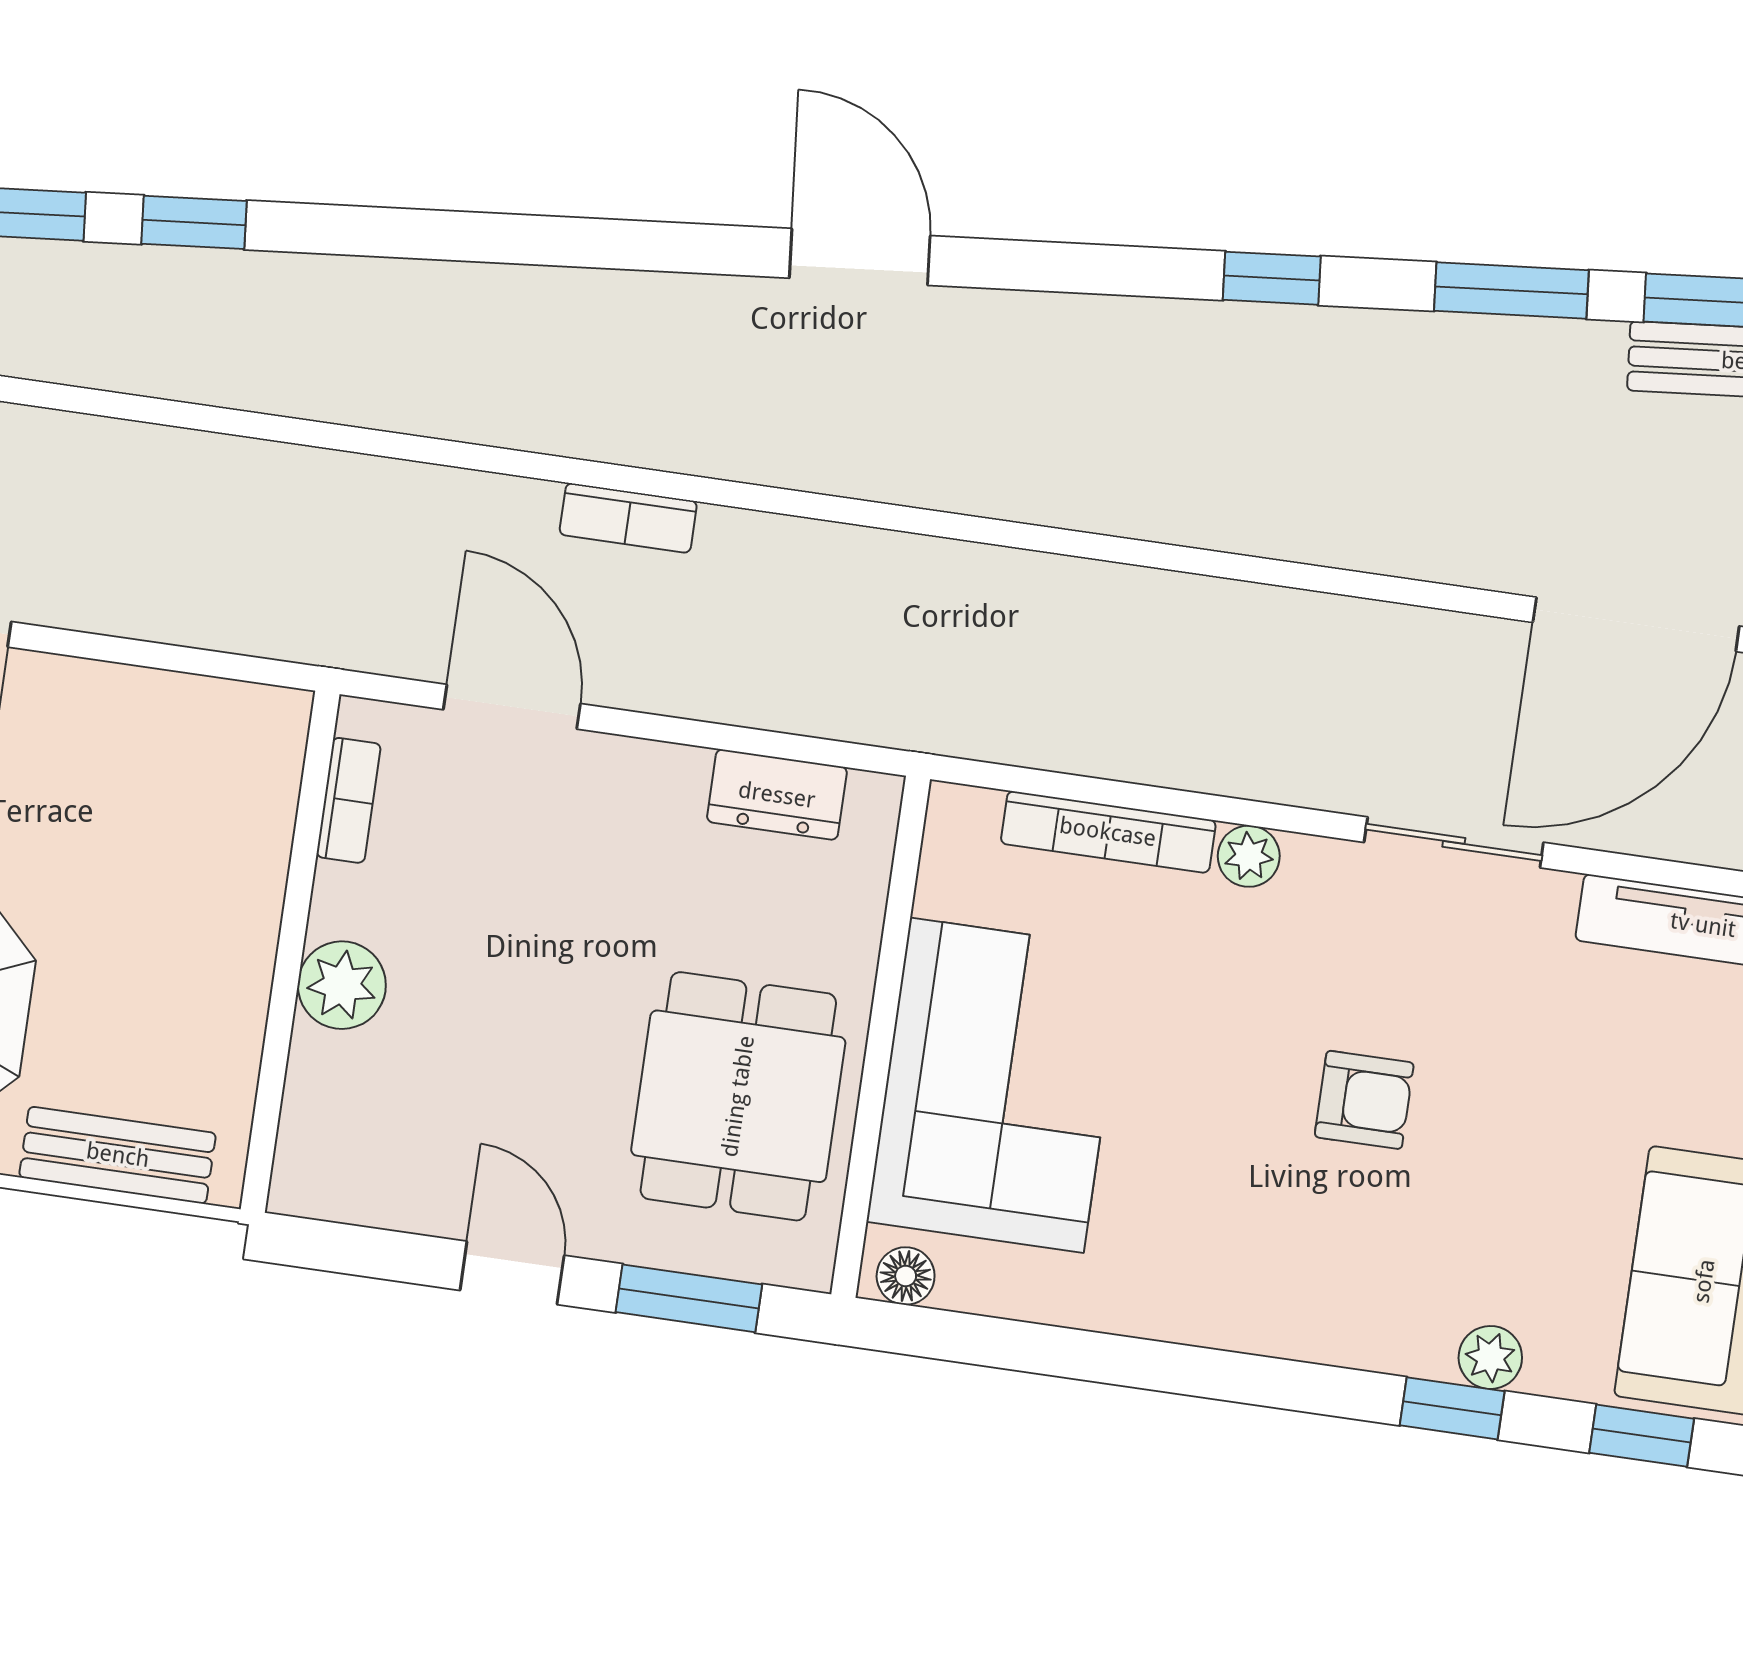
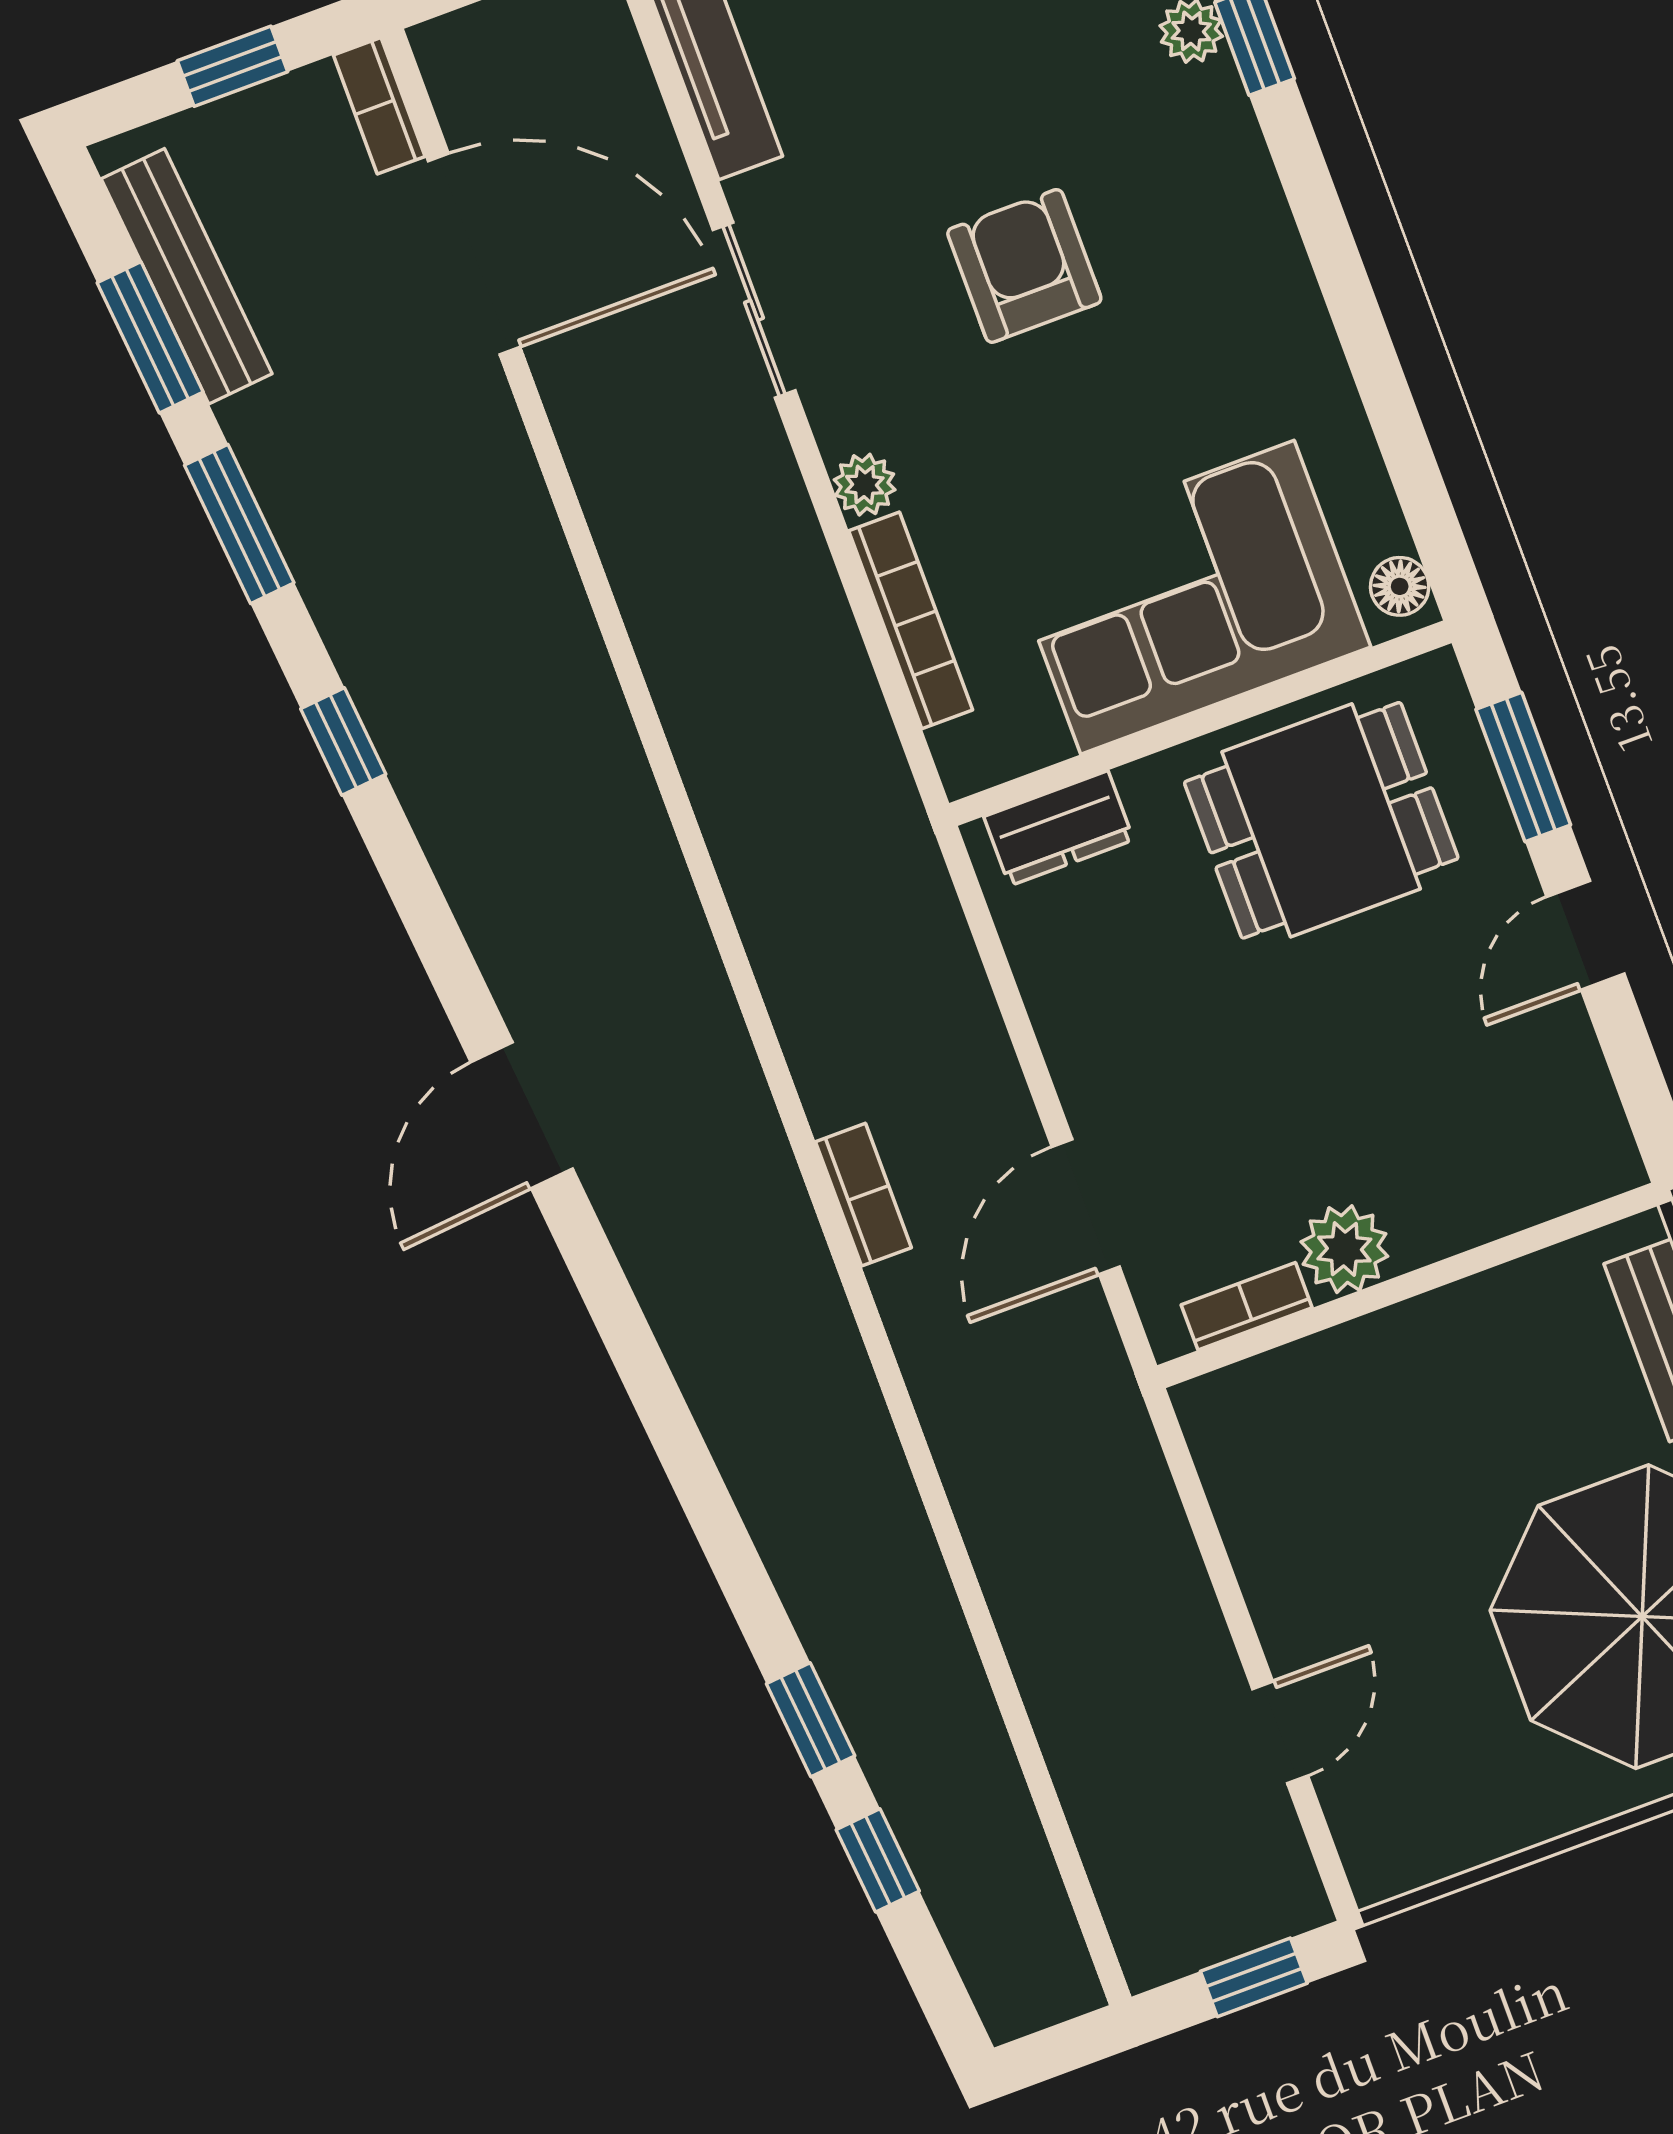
dresser: (777, 795) -> (1059, 828), moved, turned 90
plant: (342, 985) -> (1344, 1249), moved
armchair: (1364, 1100) -> (1024, 266), width x1.38, depth x1.38

